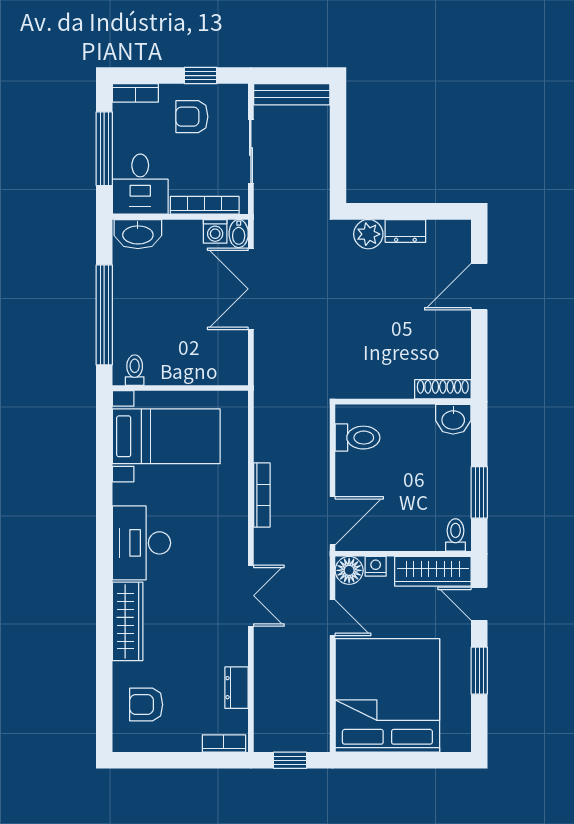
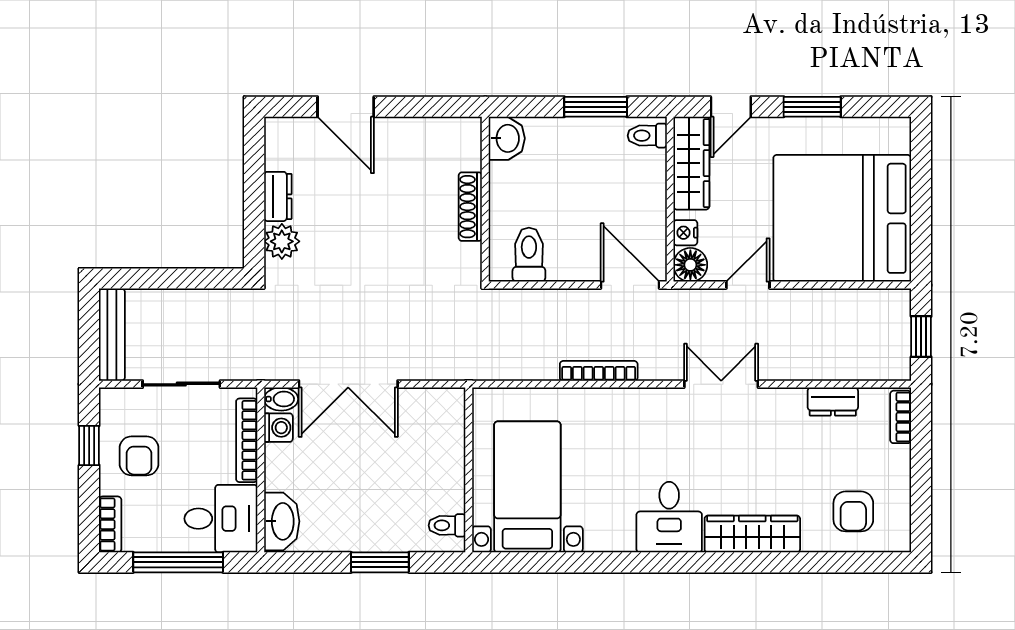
window: (104, 315) -> (380, 562), width x0.47
shoe rack: (443, 389) -> (470, 207), moved
desk: (141, 543) -> (669, 517), width x0.73

